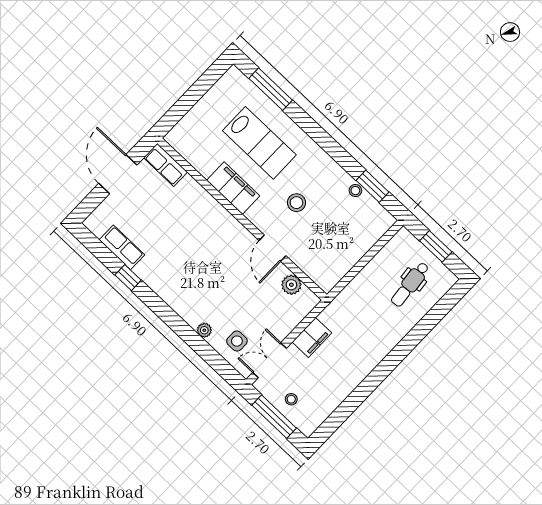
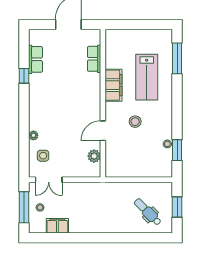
row of seats: (165, 165) -> (94, 59), moved
dental chair: (410, 284) -> (148, 212), turned 51
filing cabinet: (312, 337) -> (57, 226), moved, turned 180
double door: (270, 360) -> (49, 180), swing flipped

